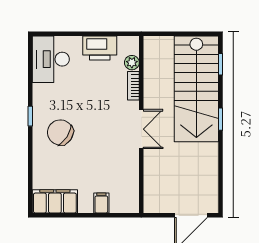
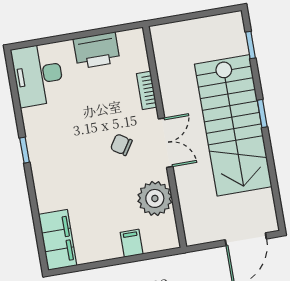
plant: (132, 63) -> (155, 198), moved, width x1.87, depth x1.87
stairs: (196, 89) -> (233, 125), moved
chair: (60, 132) -> (121, 145), moved, width x0.54, depth x0.54
filing cabinet: (55, 201) -> (58, 240), moved, turned 90

